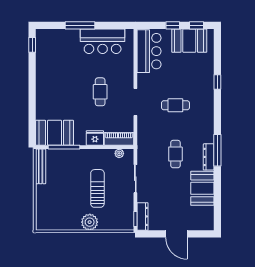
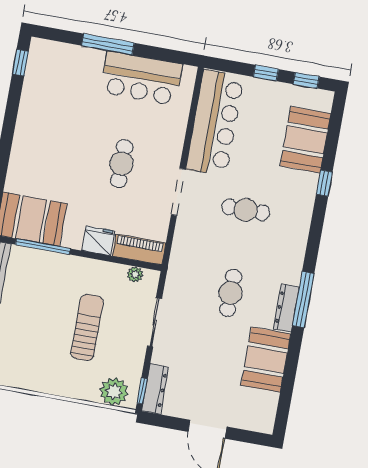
booth: (189, 41) -> (305, 140), moved, turned 90
bar counter: (149, 51) -> (215, 123), width x1.36
plant: (90, 222) -> (114, 392), moved

